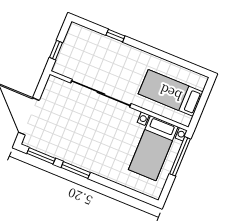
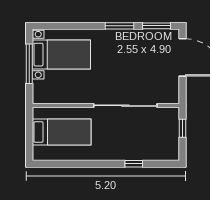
bed with nightstands: (153, 148) -> (61, 55), moved, turned 90
window: (180, 156) -> (29, 64), moved

